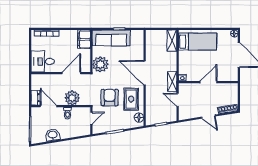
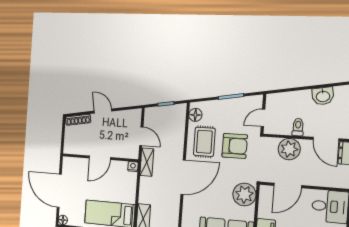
door: (145, 73) -> (183, 177), hinge flipped
armchair: (110, 98) -> (235, 146), turned -90

